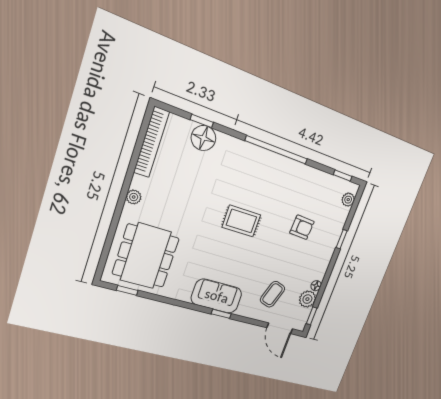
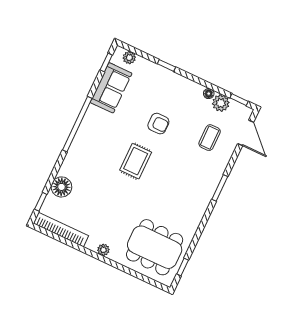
window: (202, 121) -> (41, 202), moved
armchair: (302, 227) -> (158, 124), moved, turned 87
coffee table: (273, 294) -> (210, 138), turned 72
sofa: (217, 296) -> (111, 88), moved, turned 180
window: (221, 314) -> (220, 188), width x1.50
door: (280, 328) -> (246, 133), hinge flipped

